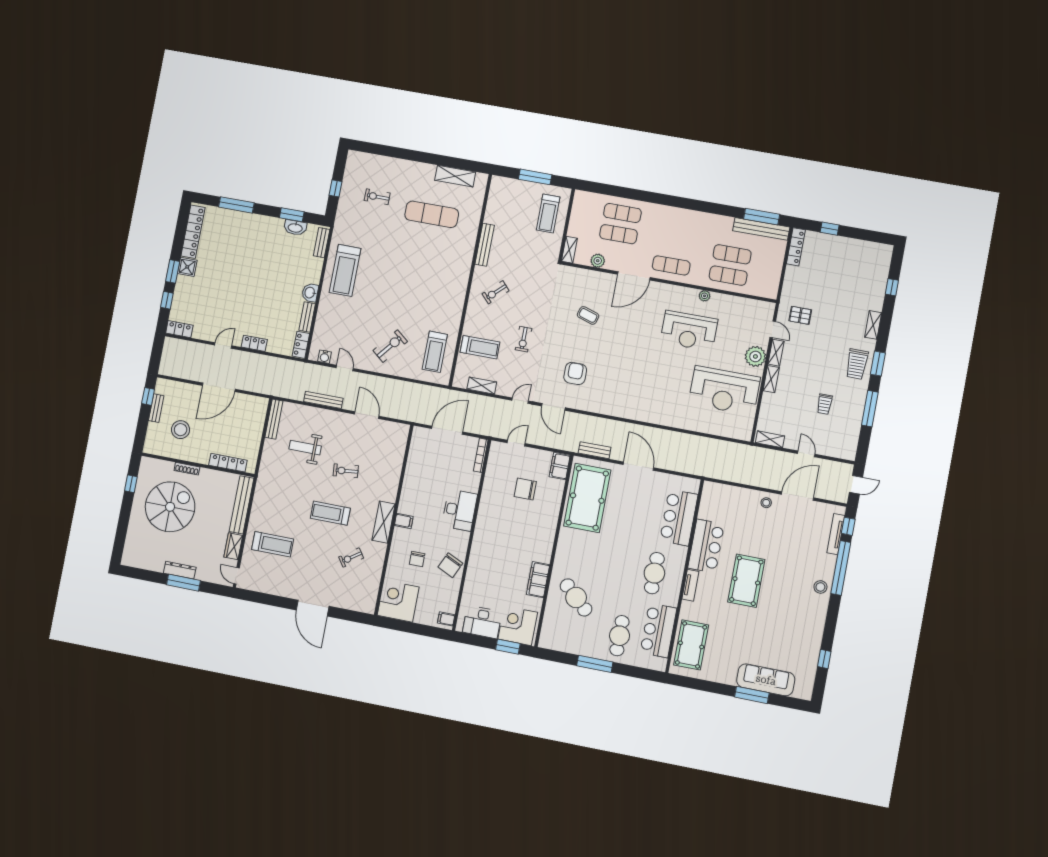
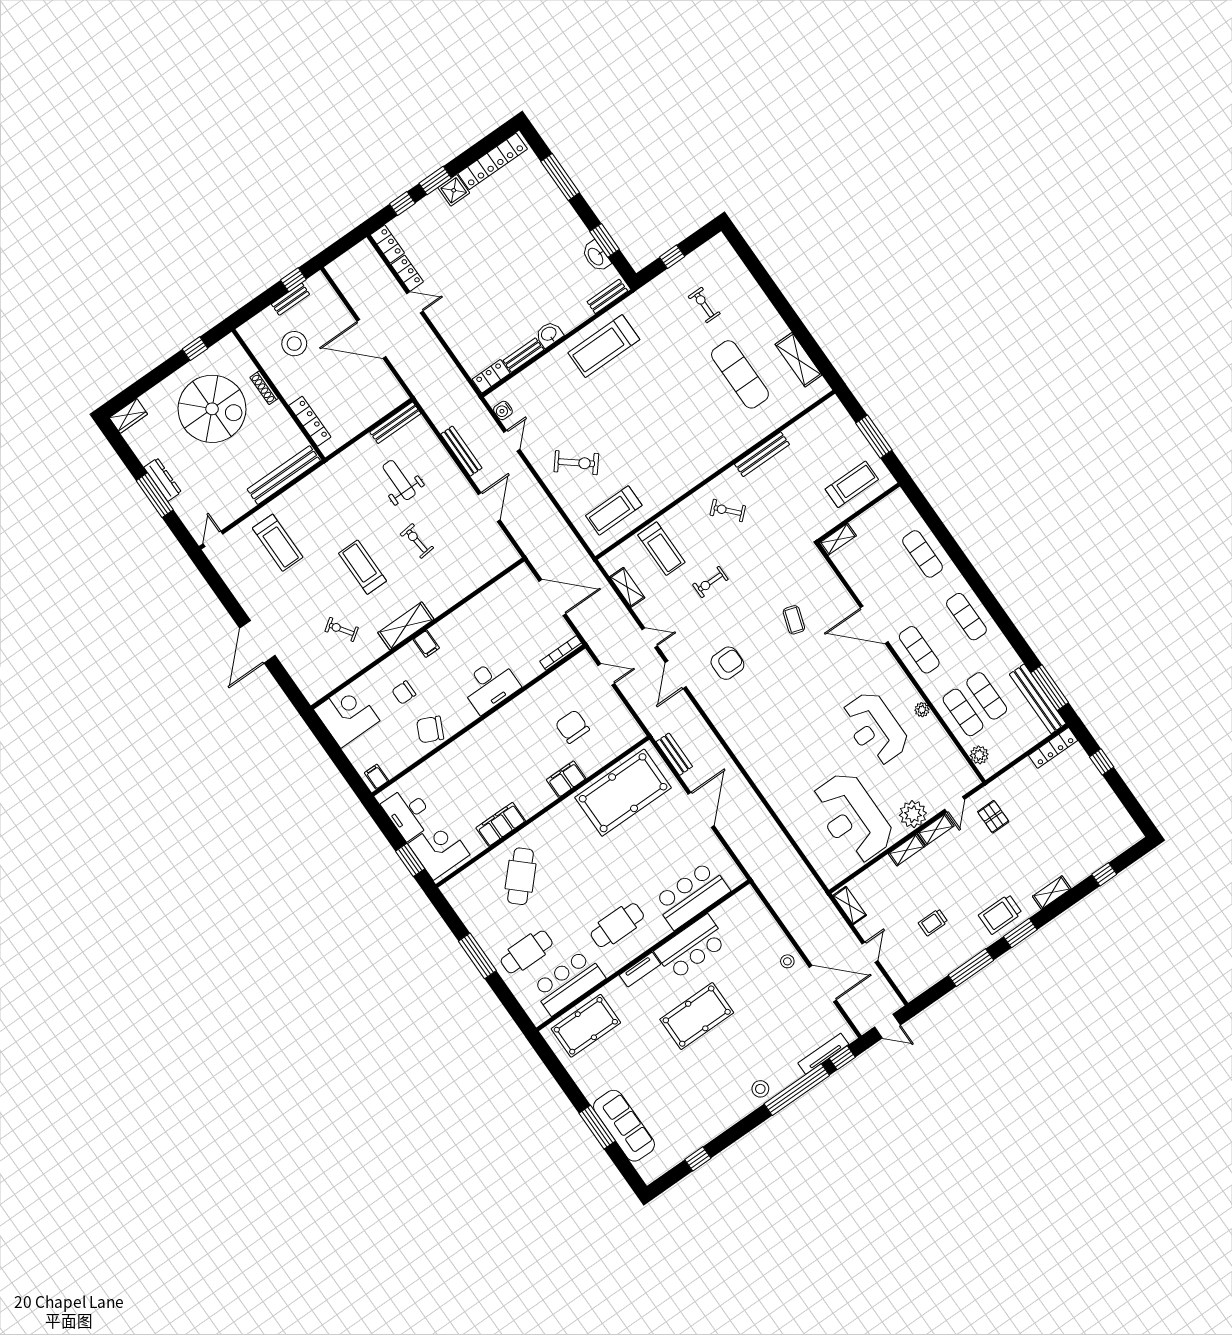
treadmill: (548, 213) -> (852, 484), turned 180
exercise mat: (618, 234) -> (966, 617), moved
plant: (598, 261) -> (979, 755), moved
locker: (254, 343) -> (407, 273), moved
filing cabinet: (560, 466) -> (566, 779), moved
wardrobe: (233, 546) -> (128, 416), moved, turned 180

